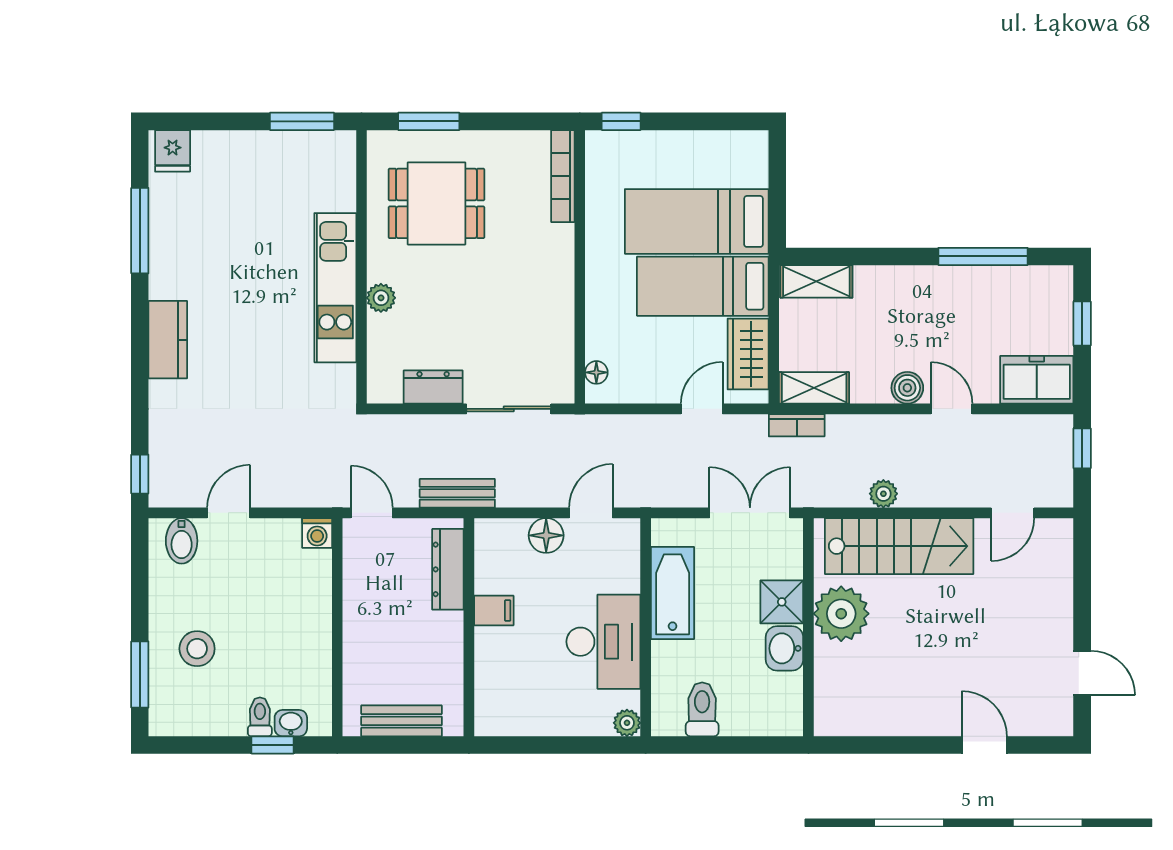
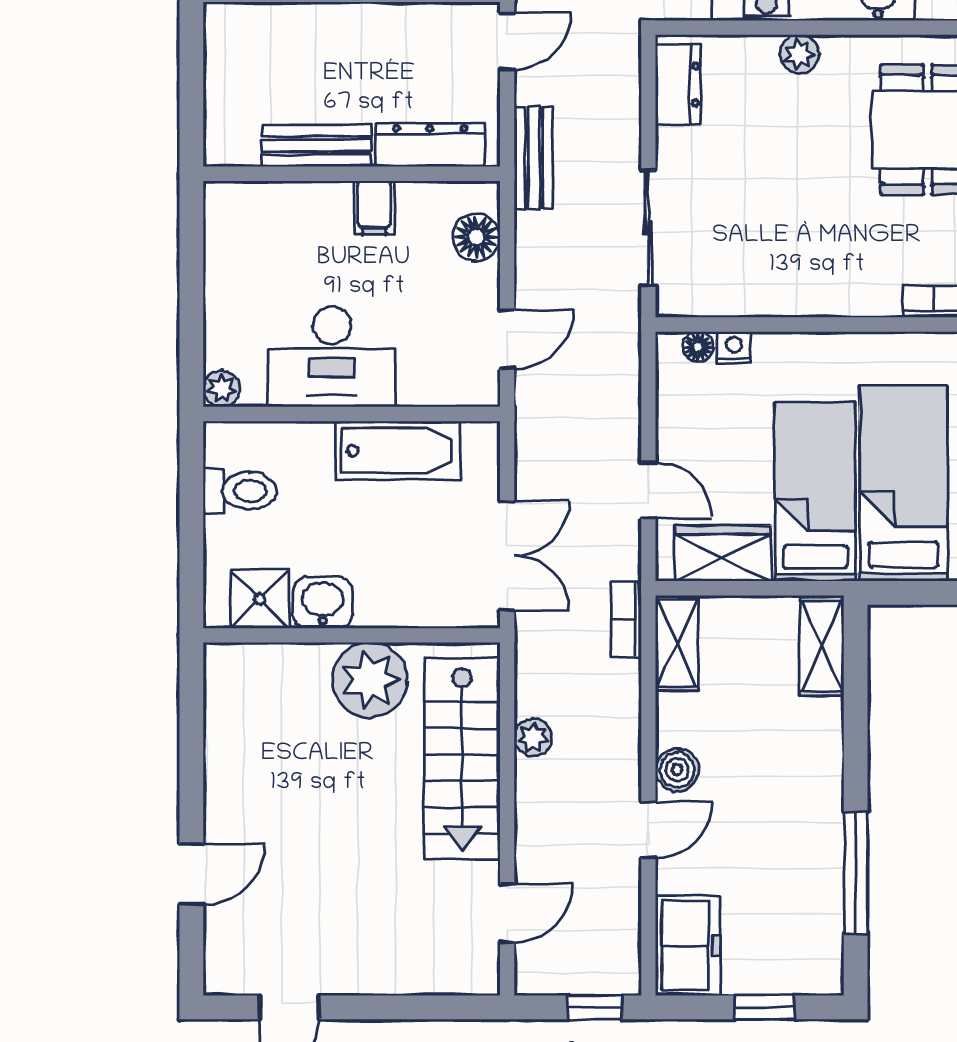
nightstand: (597, 346) -> (734, 347), added
dresser: (433, 387) -> (678, 84), moved
door: (591, 513) -> (507, 339), hinge flipped
door: (1013, 513) -> (507, 913), swing flipped
floor lamp: (546, 535) -> (476, 237), moved
shower: (782, 602) -> (260, 599), moved
bench: (401, 721) -> (317, 146), moved, turned 90

